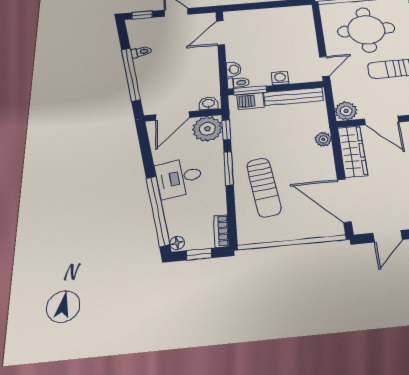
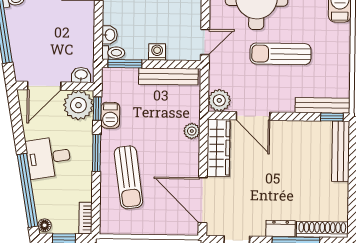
barbecue: (250, 101) -> (110, 115), moved, turned -90

